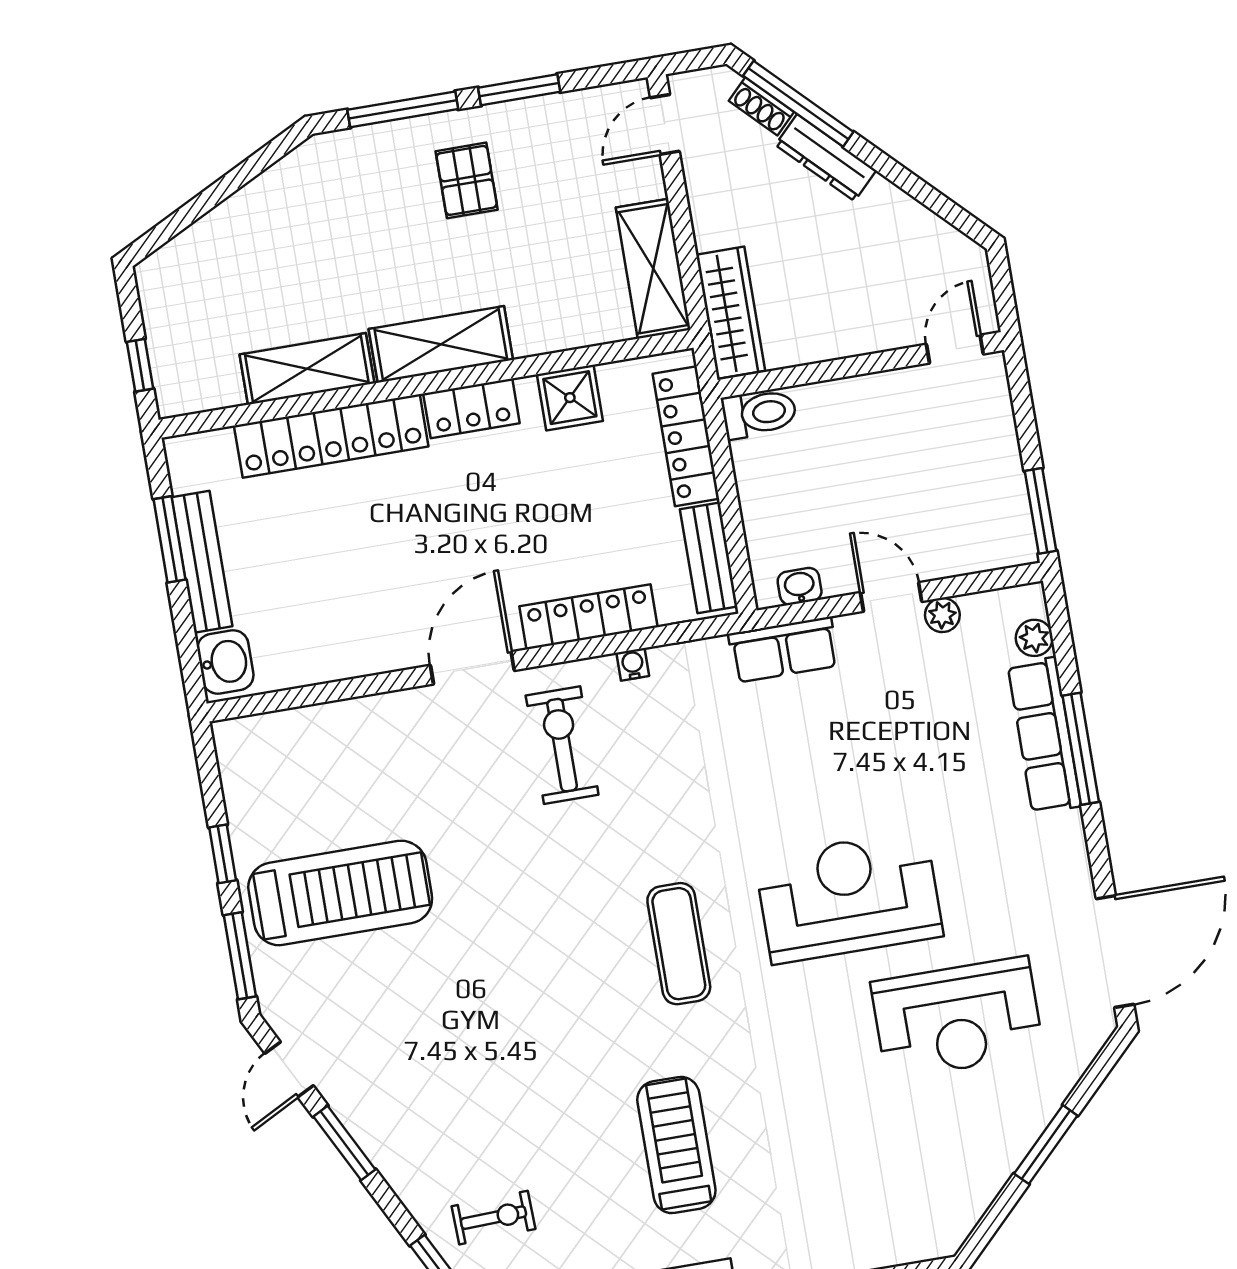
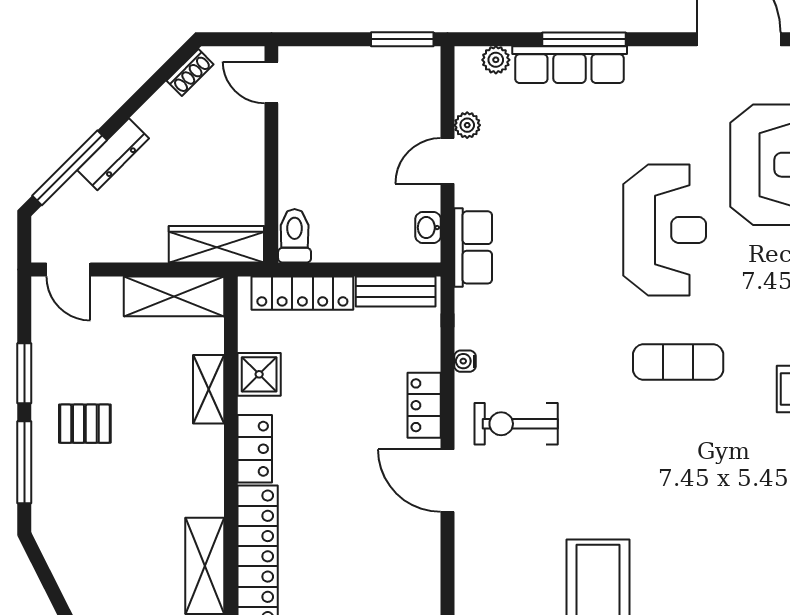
shoe rack: (761, 106) -> (190, 72), moved
shelving: (441, 344) -> (209, 389), moved, width x0.67, depth x0.75
locker: (589, 617) -> (424, 405), width x0.66
reception desk: (849, 897) -> (665, 230), turned 180

